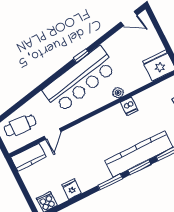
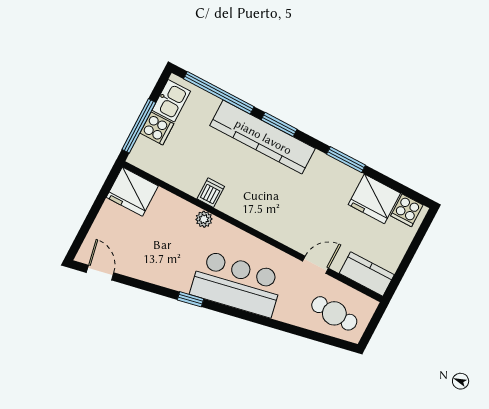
bar counter: (80, 80) -> (237, 284), width x0.73
window: (110, 182) -> (346, 160), moved
fridge: (72, 189) -> (374, 199), width x1.88, depth x1.34

